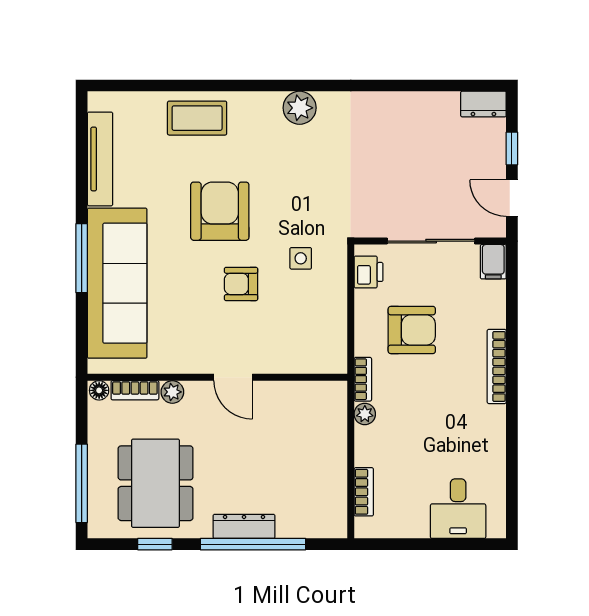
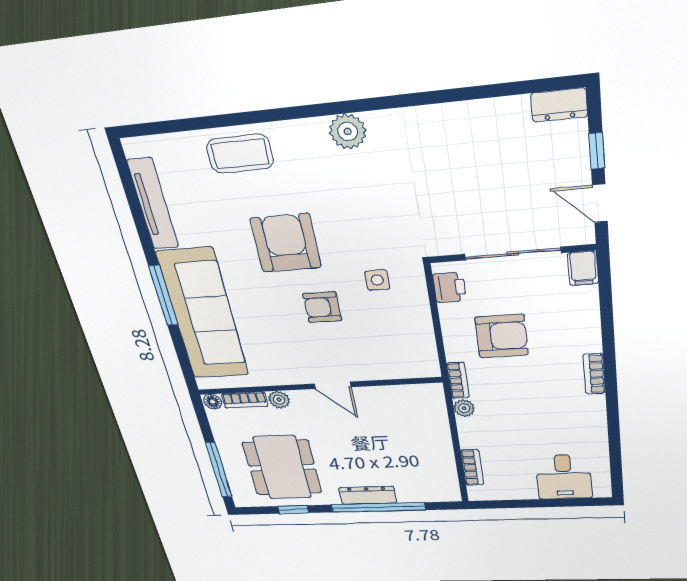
bookcase: (497, 366) -> (594, 374), width x0.64

